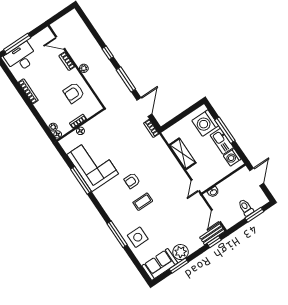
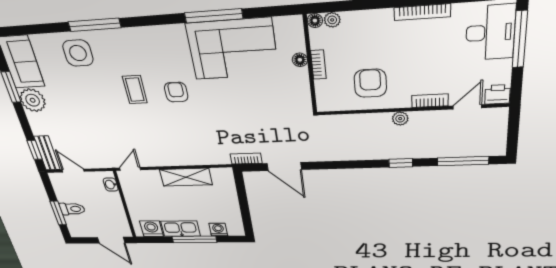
printer: (47, 34) -> (497, 94), added
window: (126, 79) -> (463, 161), moved
washing machine: (205, 123) -> (218, 230), width x0.53, depth x0.53
door: (195, 186) -> (130, 169), hinge flipped

